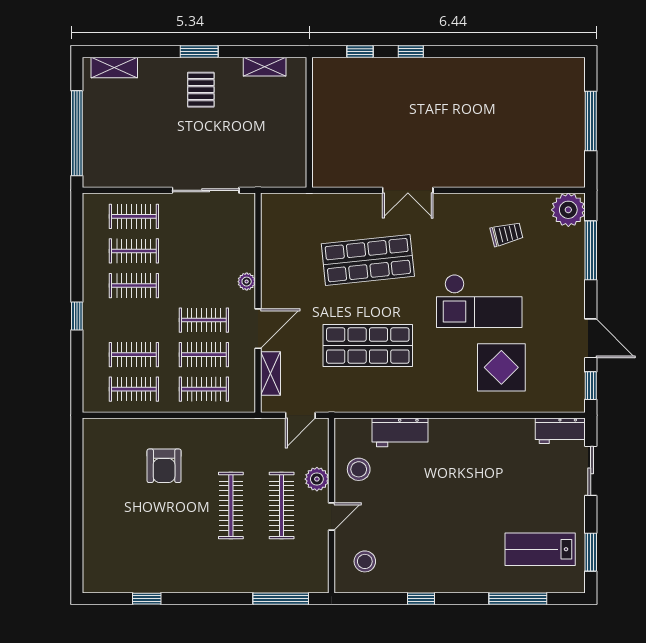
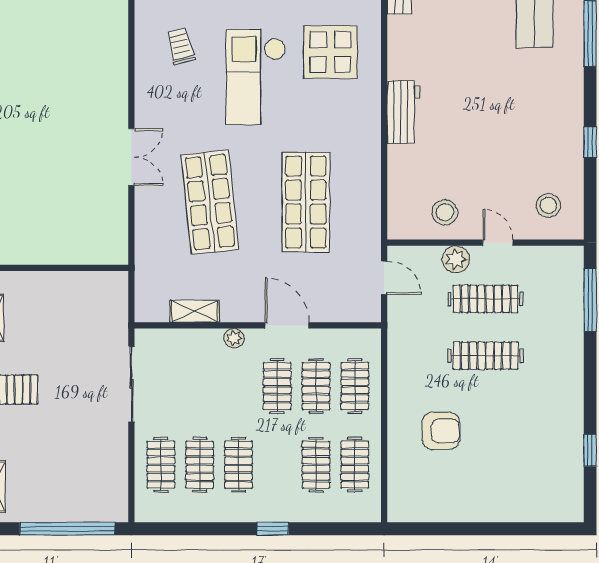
checkout: (479, 301) -> (256, 77), turned 180
shelving: (271, 373) -> (195, 311), moved
workbench: (400, 432) -> (403, 112), moved

